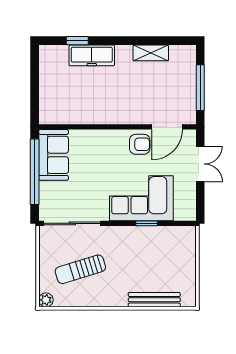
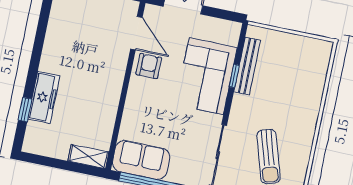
shelving: (151, 53) -> (88, 156), moved, turned 90
bench: (154, 300) -> (247, 66), moved

